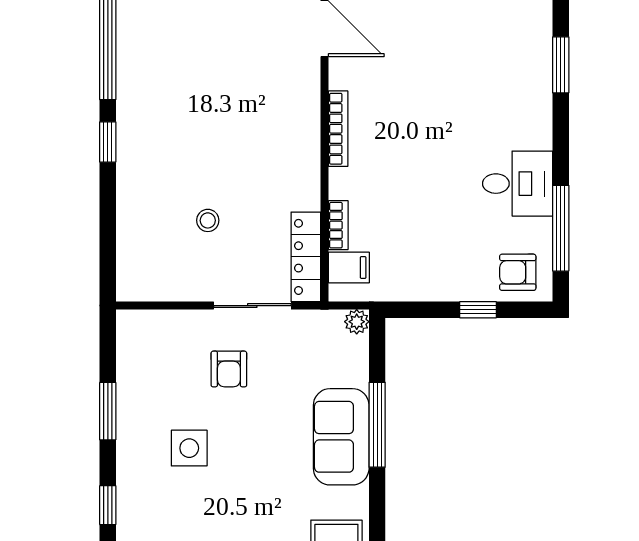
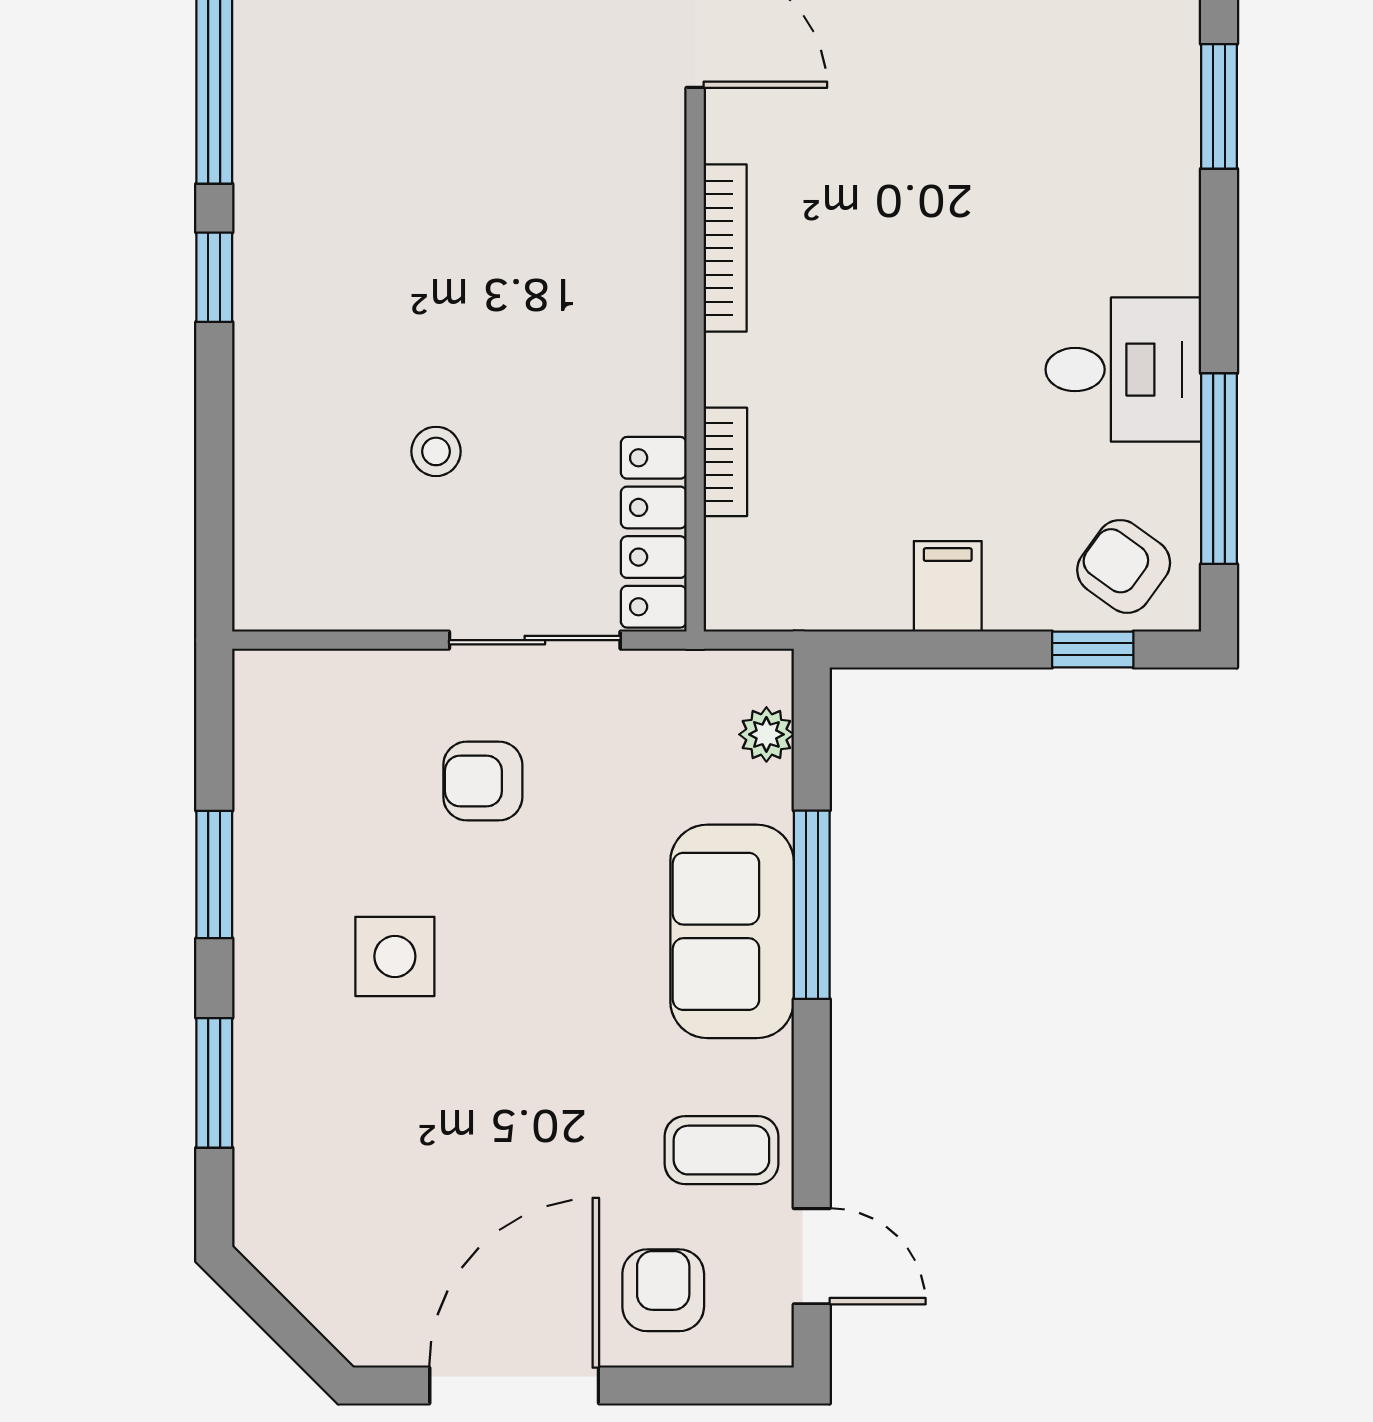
filing cabinet: (349, 267) -> (948, 586), moved, turned -90
armchair: (518, 272) -> (1124, 566), turned 36
window: (478, 310) -> (1093, 649), moved
plant: (357, 322) -> (766, 734), moved
armchair: (229, 369) -> (483, 781), turned 90
window: (108, 505) -> (214, 1083), width x1.50

